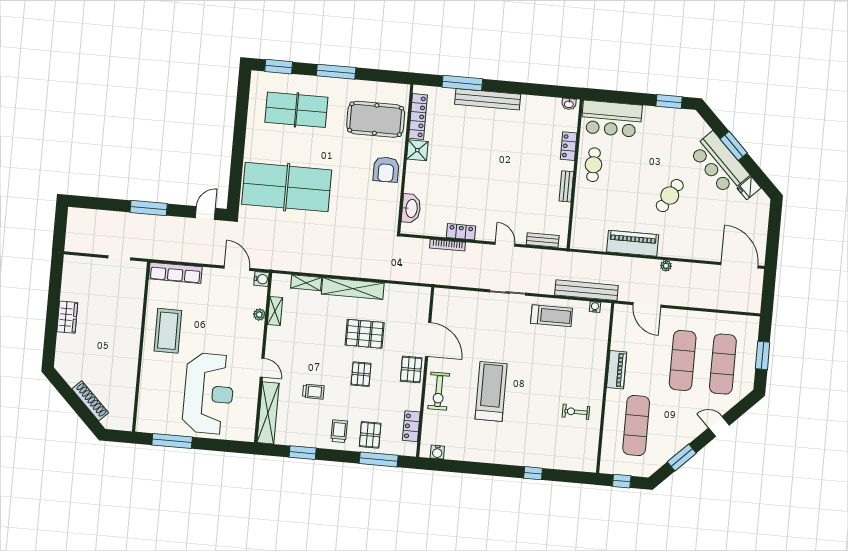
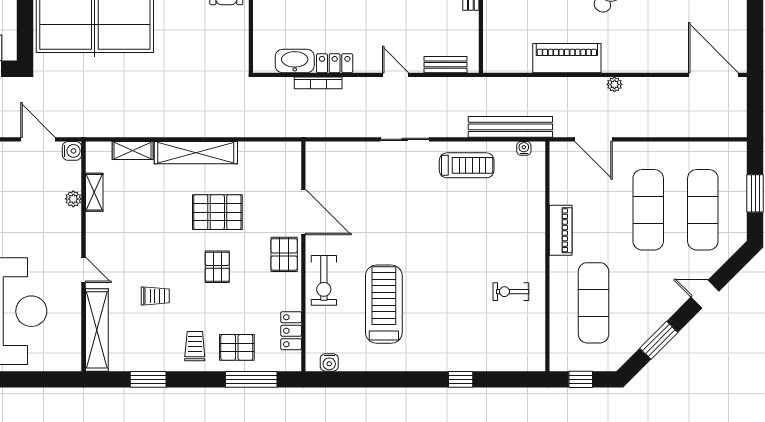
washbasin: (411, 208) -> (295, 61), moved, turned -90
treadmill: (491, 391) -> (384, 304), moved
pallet: (370, 435) -> (237, 347), turned 90

